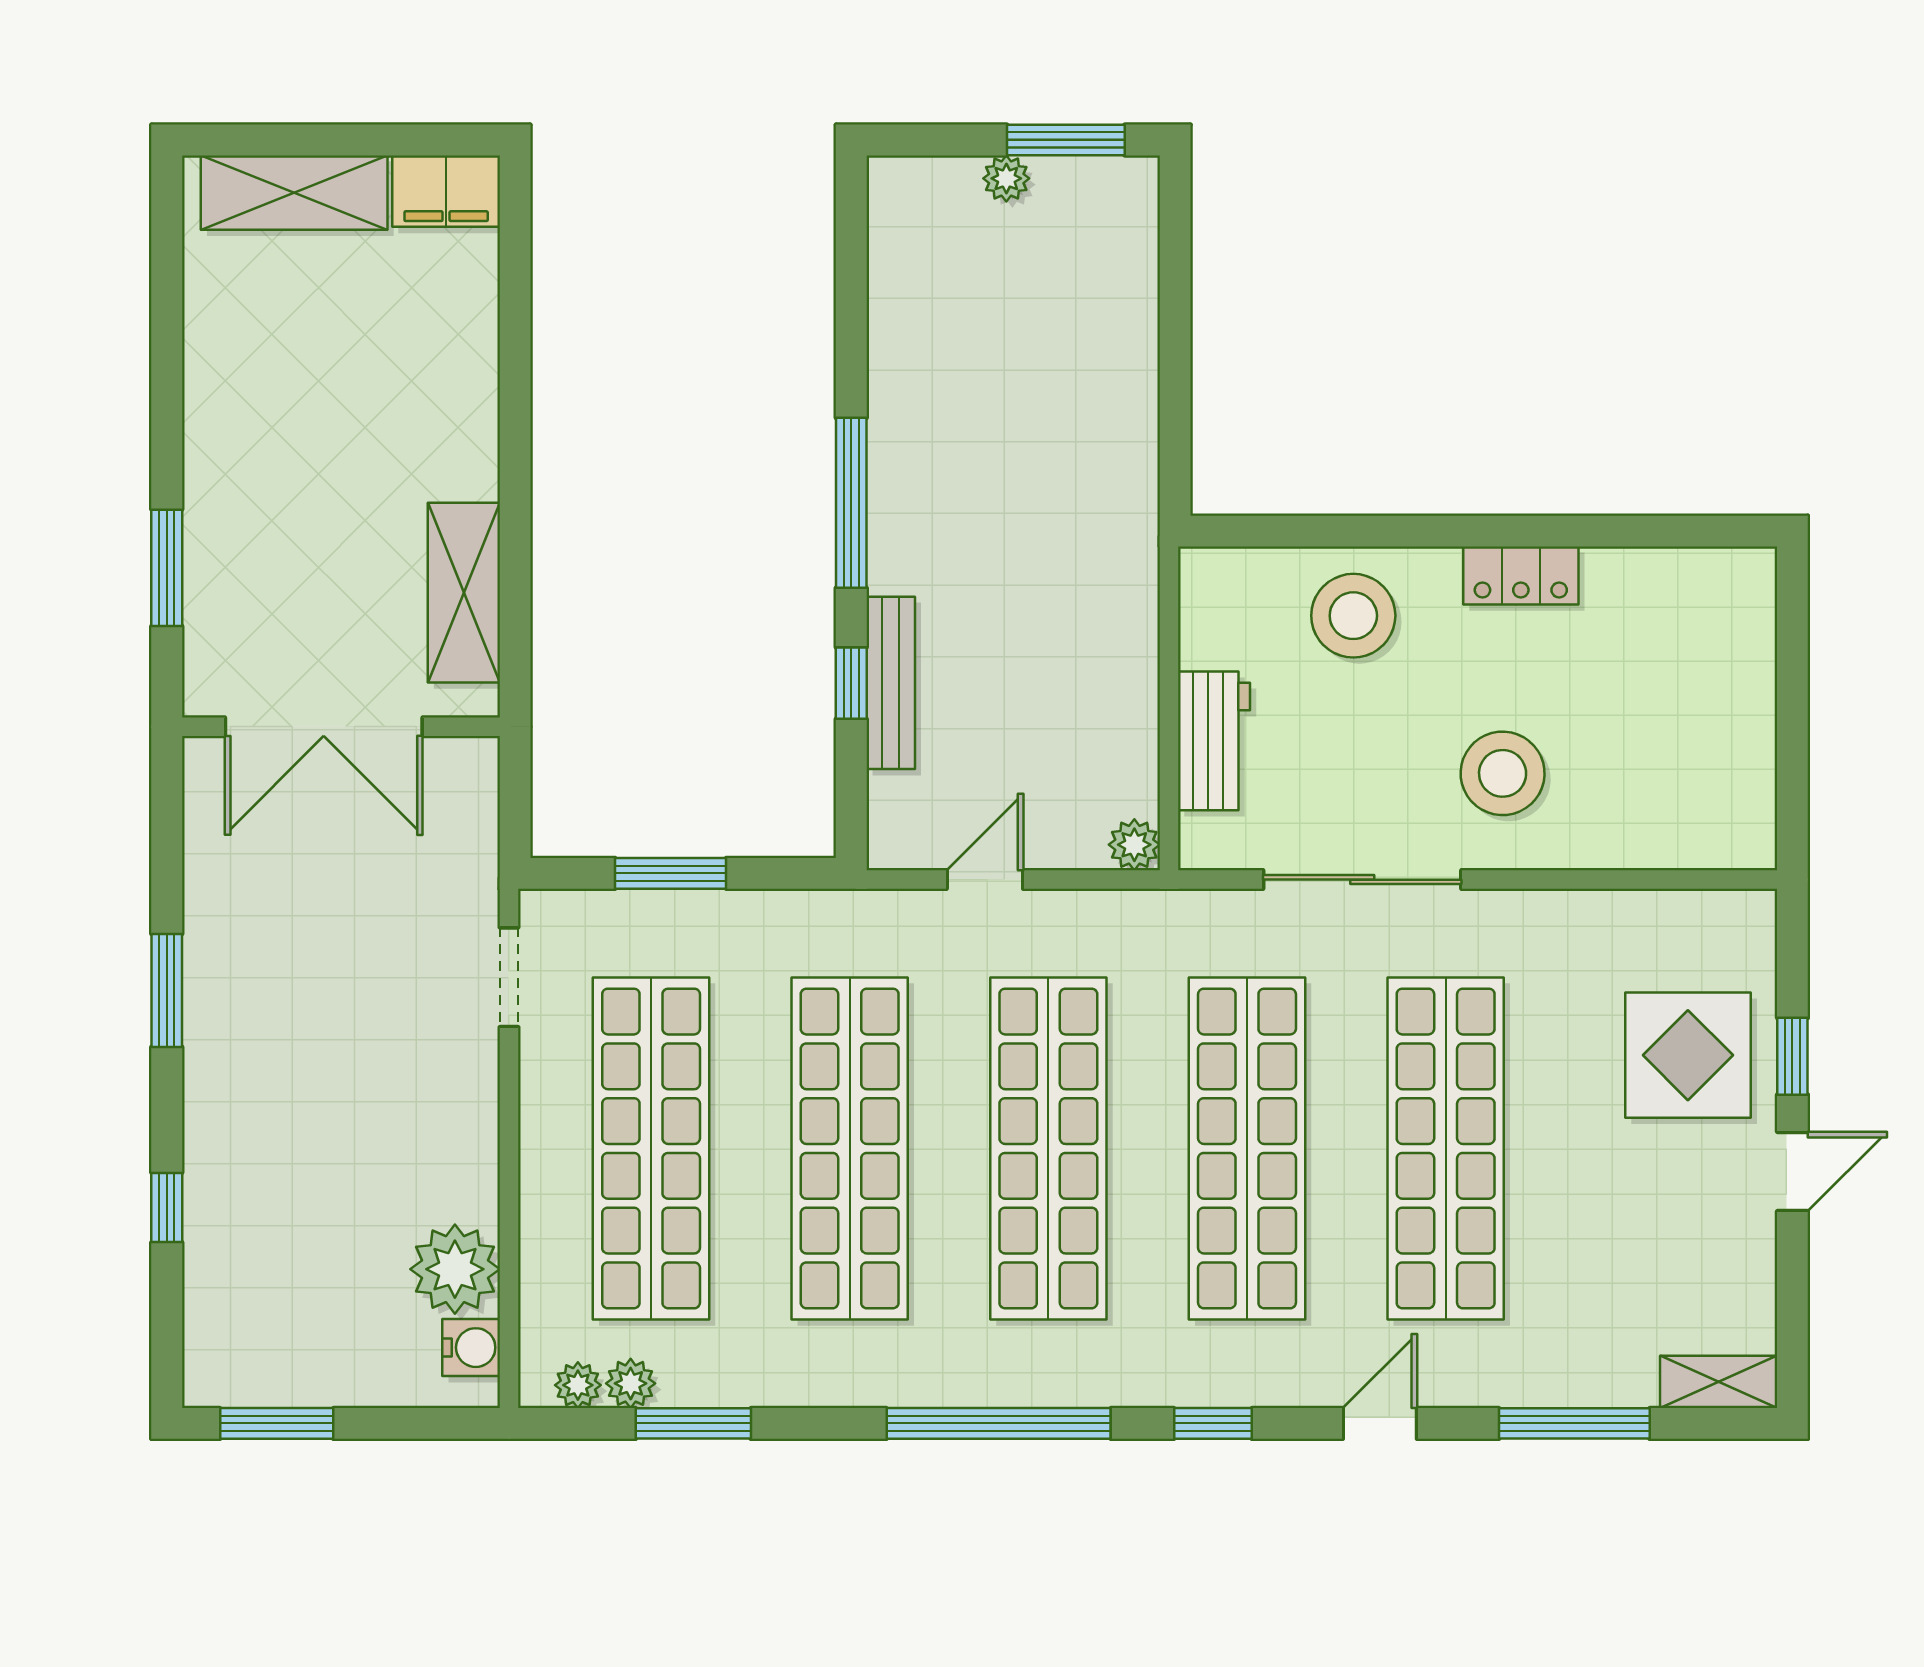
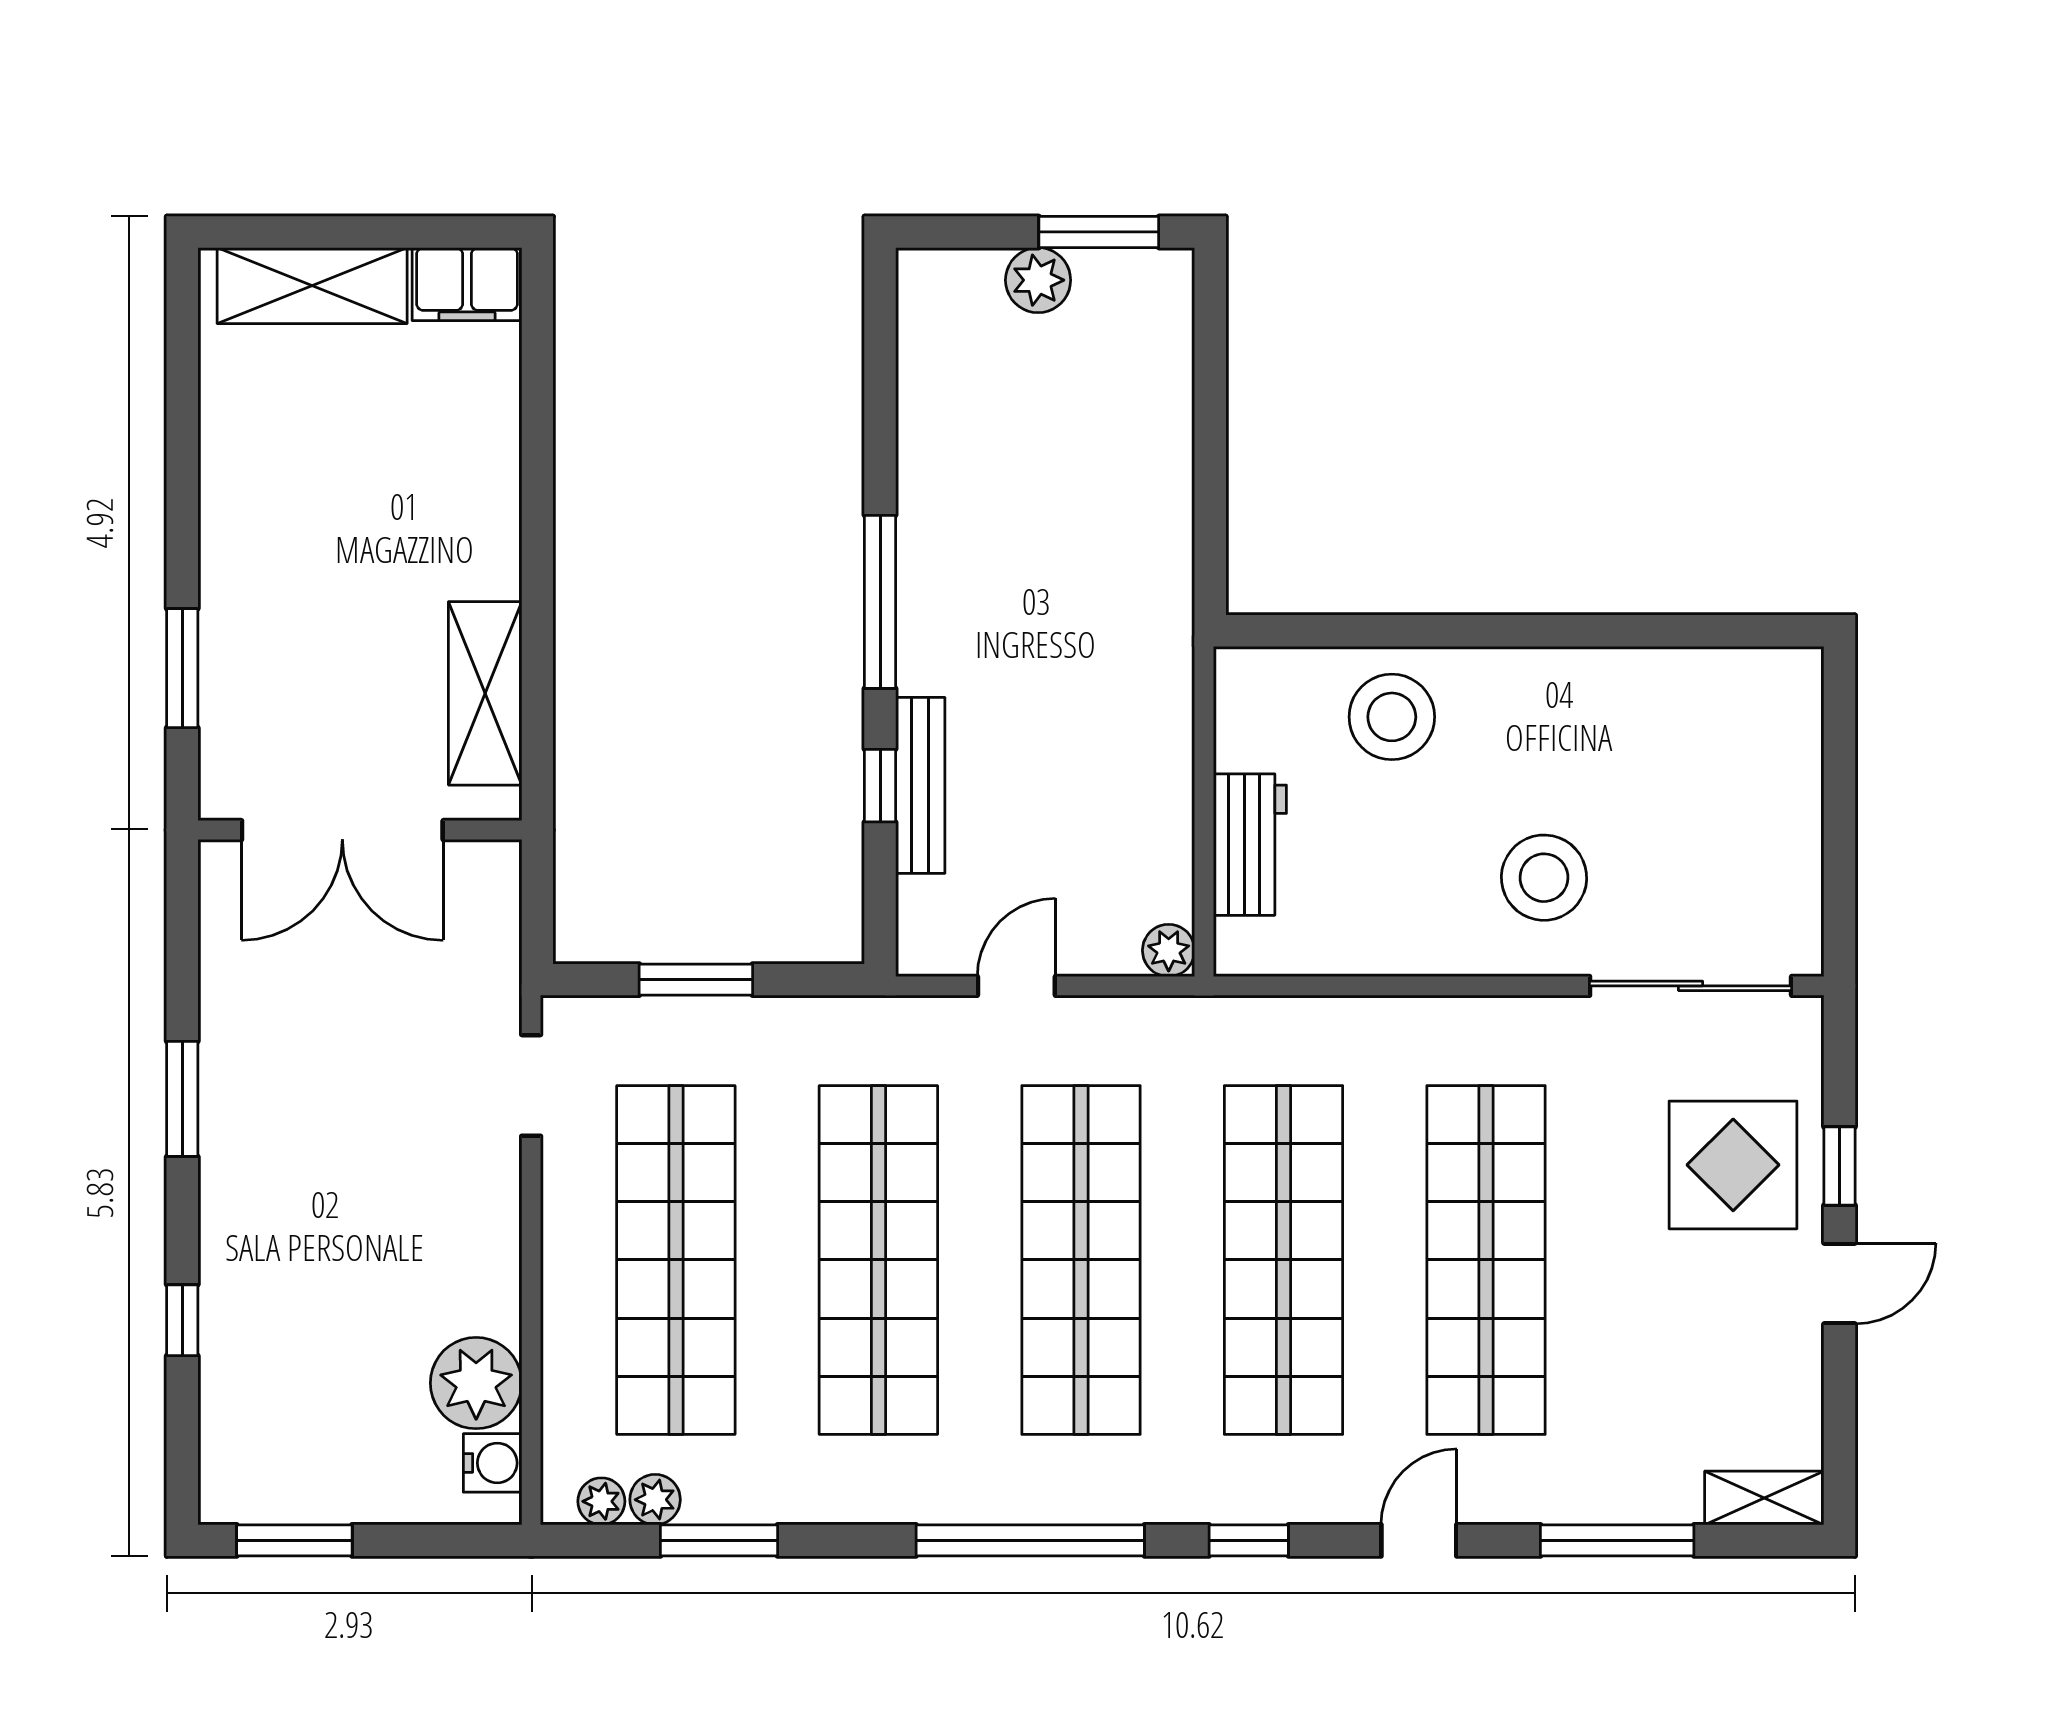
plant: (1006, 178) -> (1038, 280), width x1.38, depth x1.38
locker: (1521, 575) -> (1563, 676), removed
sliding door: (1362, 880) -> (1691, 986), moved

